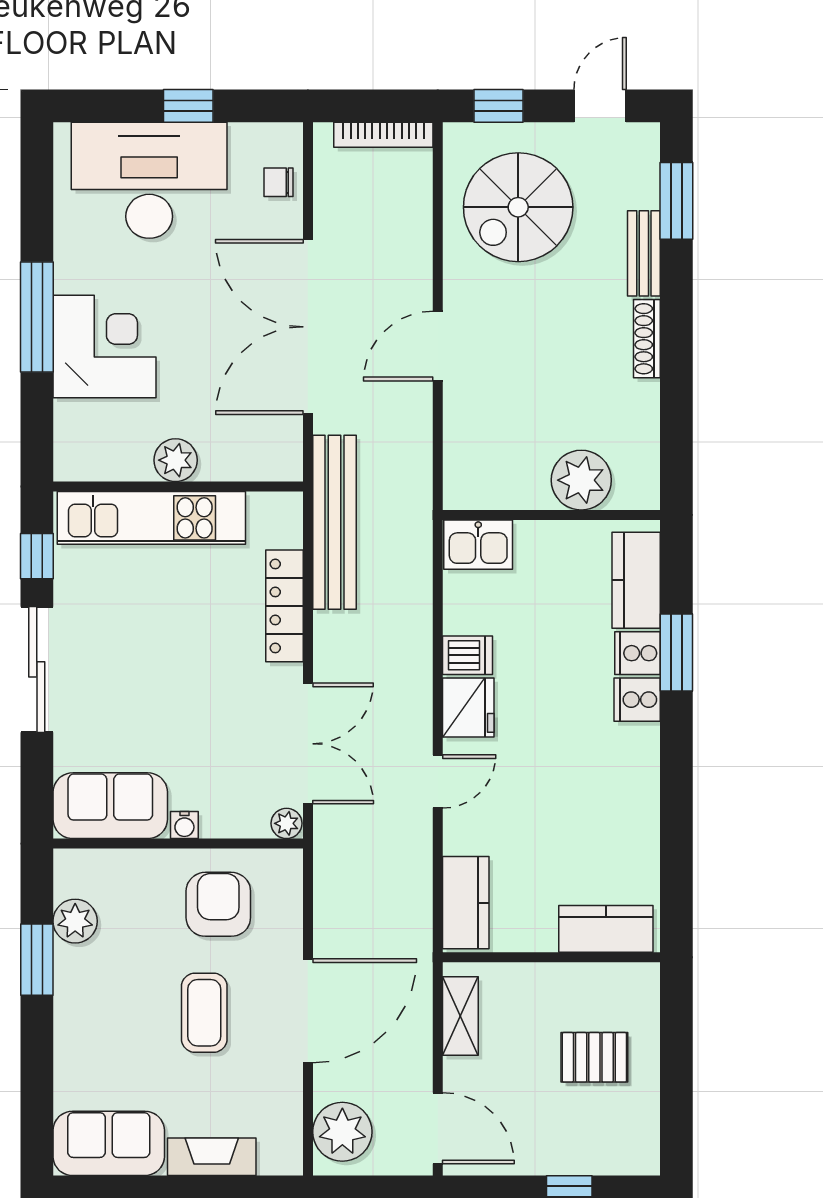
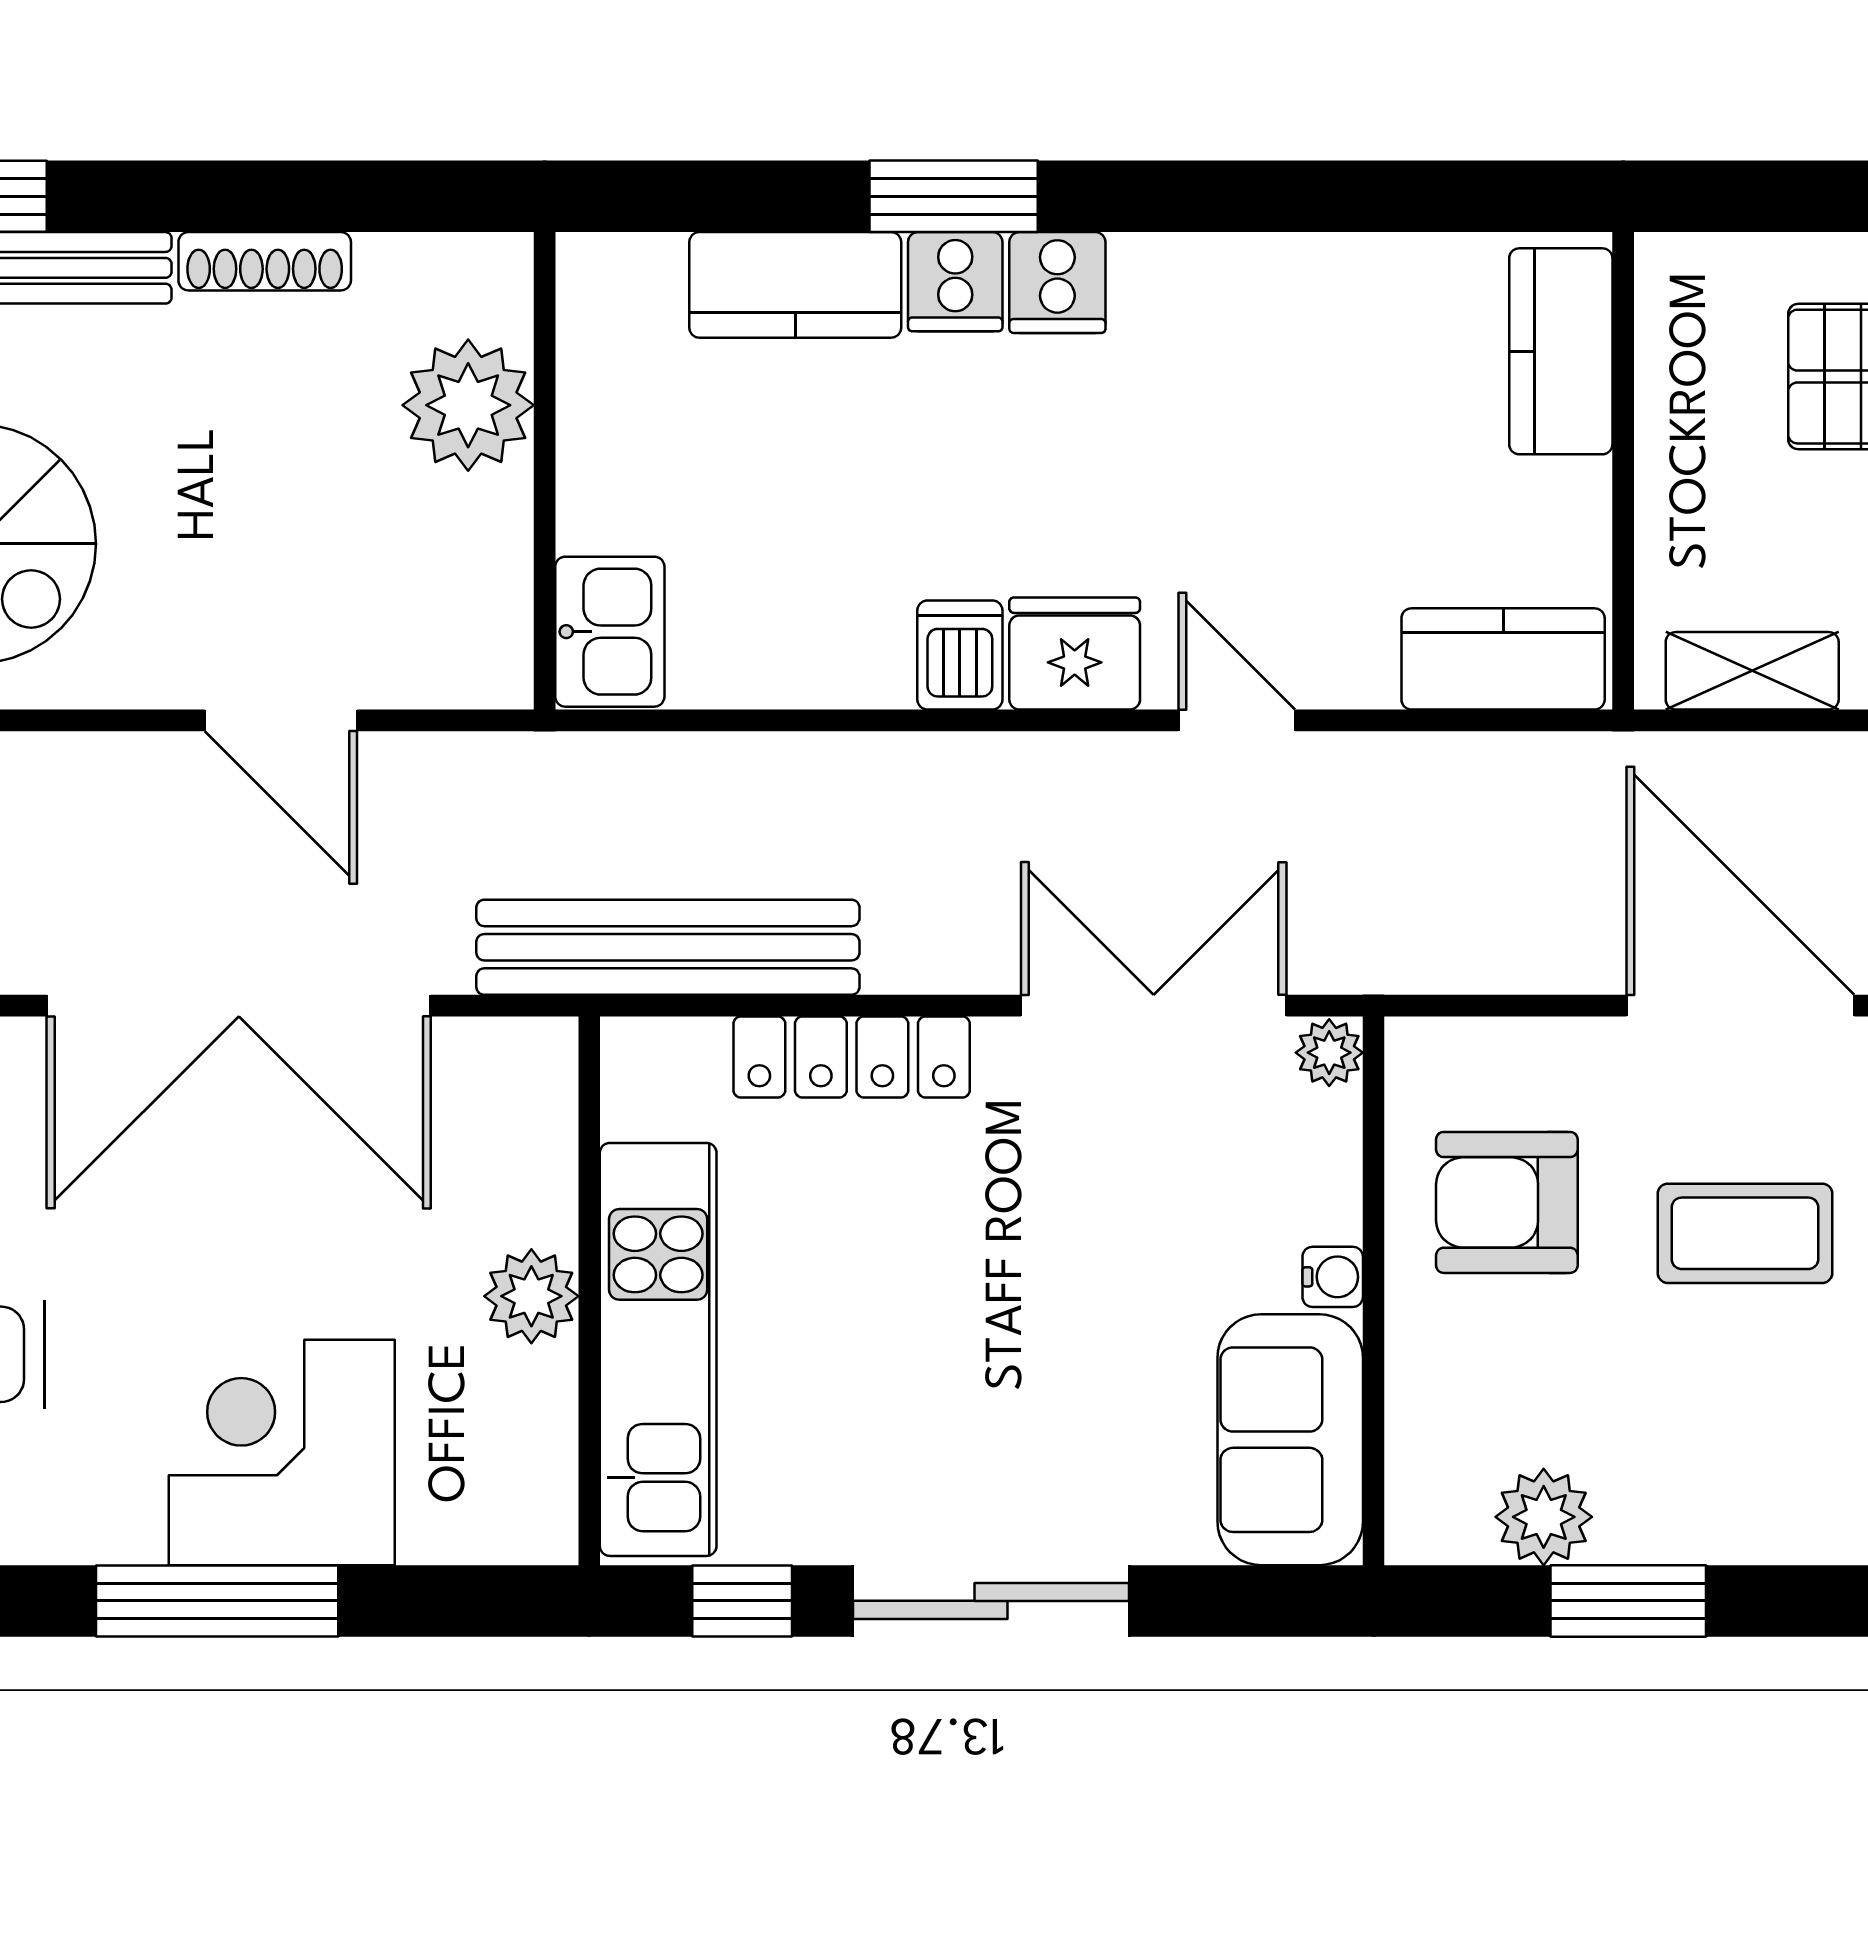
plant: (581, 480) -> (468, 405), moved
wall: (551, 515) -> (545, 471), moved
kitchen sink: (478, 545) -> (610, 632), moved

